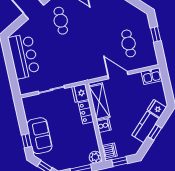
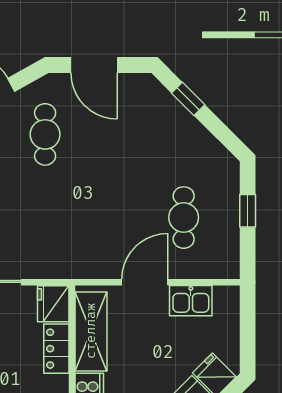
door: (118, 75) -> (145, 282), hinge flipped
kitchen sink: (152, 76) -> (191, 301), moved

